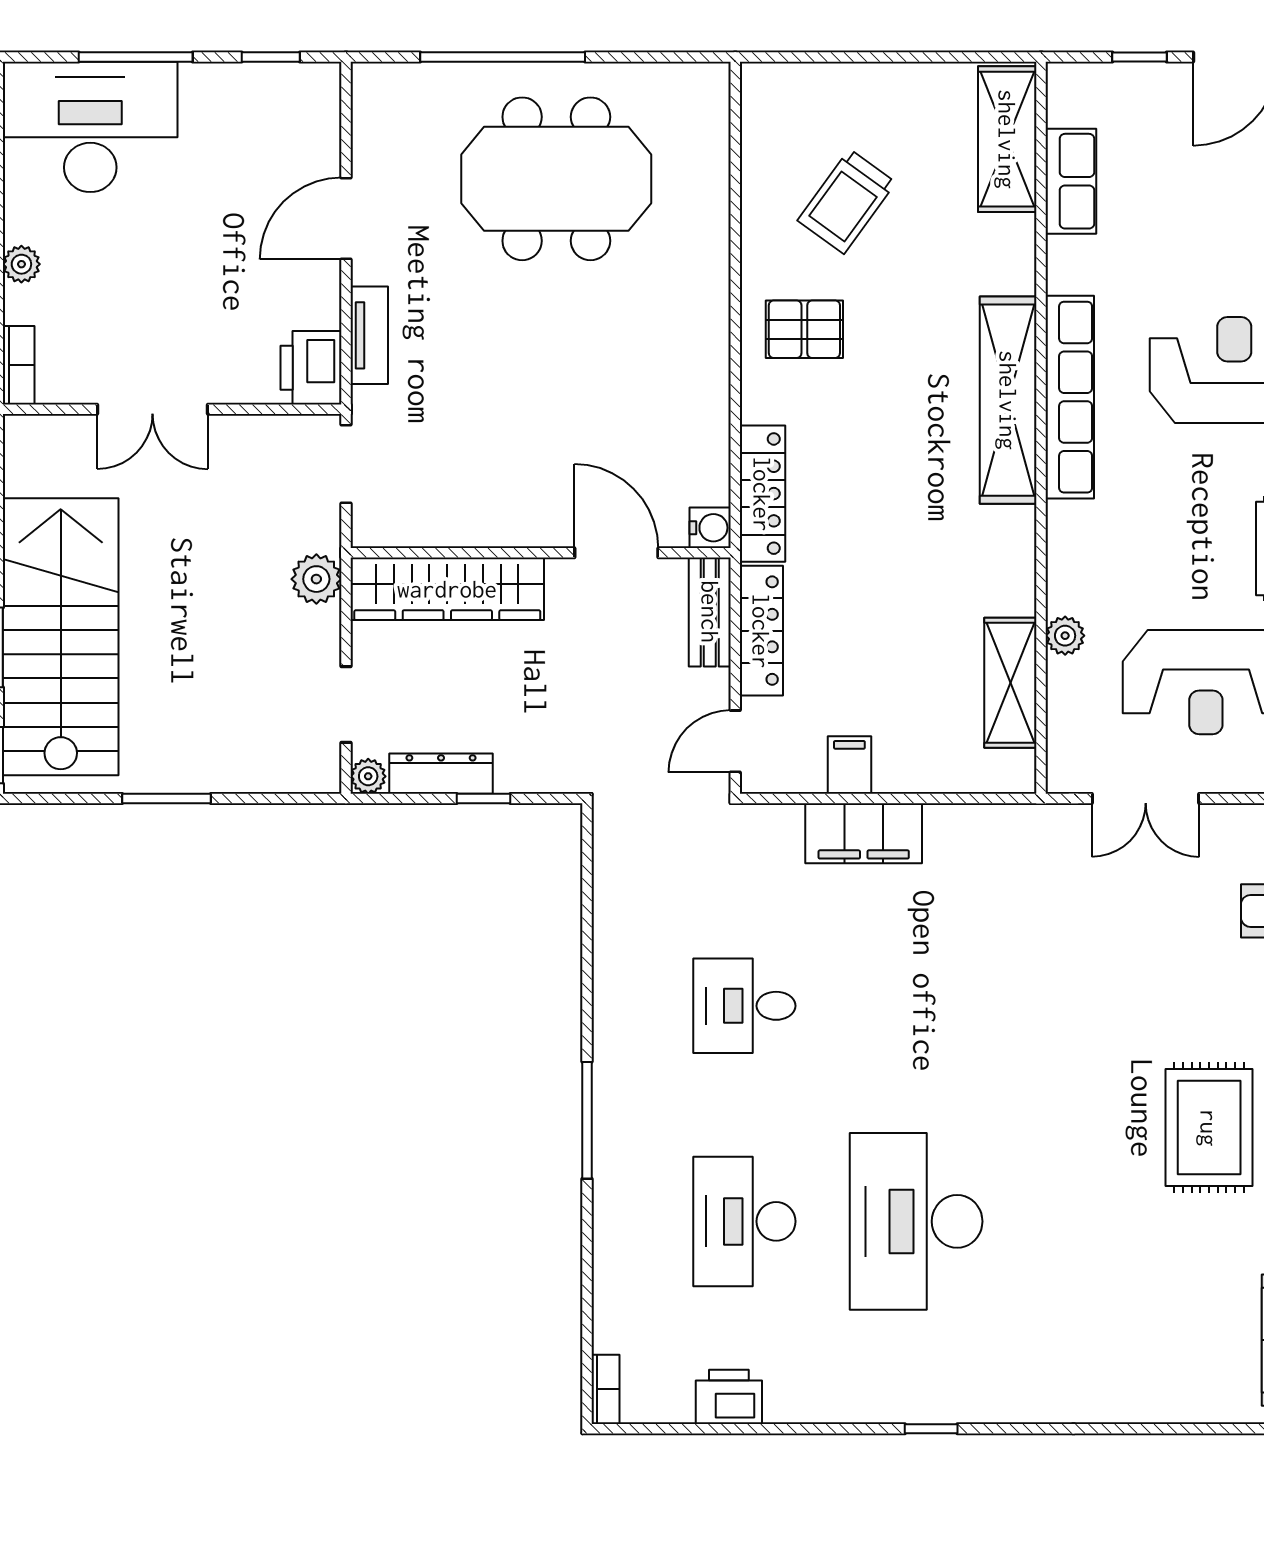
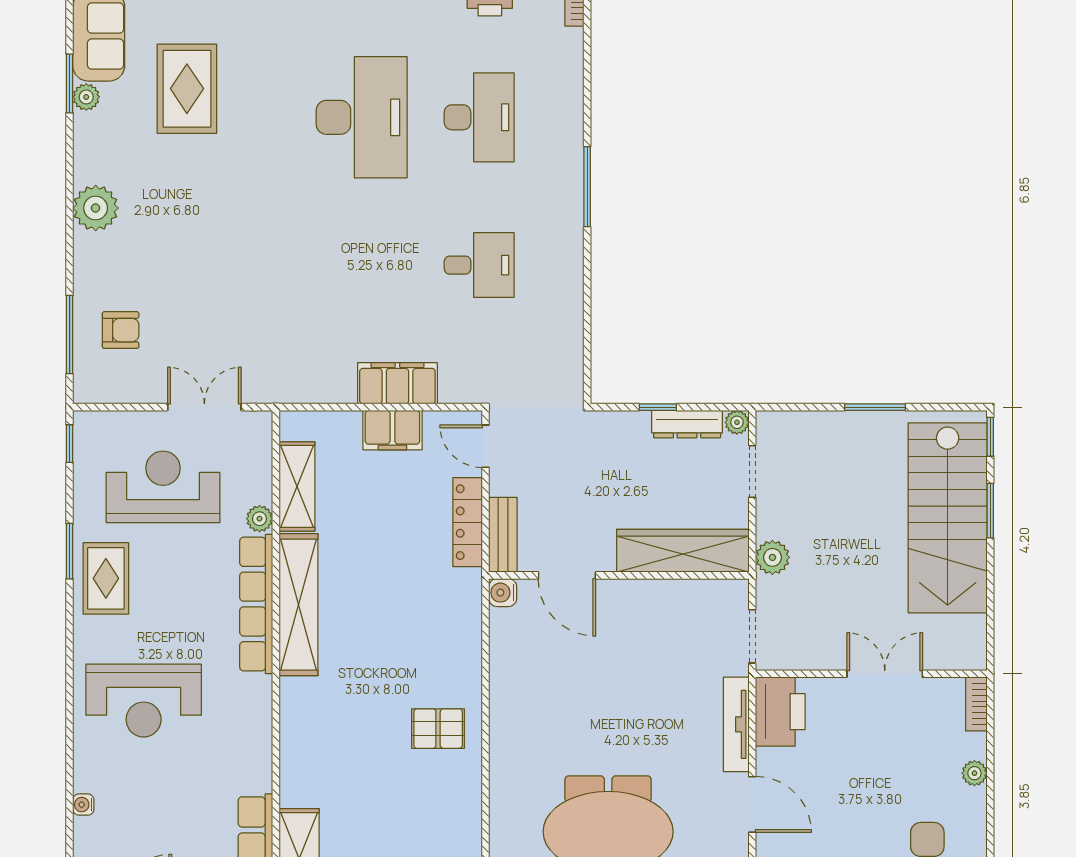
trolley: (847, 201) -> (409, 816), removed
door: (346, 219) -> (752, 804), hinge flipped
tv unit: (369, 335) -> (736, 724), width x1.41
printer: (311, 368) -> (780, 712), width x1.37, depth x1.19
row of seats: (1070, 397) -> (256, 604), moved
shelving: (1008, 400) -> (298, 605), moved
locker: (762, 494) -> (467, 616), removed
door: (735, 741) -> (485, 446), swing flipped
filing cabinet: (849, 765) -> (392, 430), width x2.00
rug: (1209, 1128) -> (187, 89), moved

